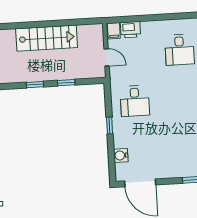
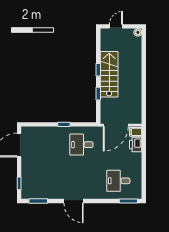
stairs: (47, 38) -> (109, 74), moved, turned 180
door: (107, 57) -> (116, 125), width x1.88
water cooler: (121, 155) -> (41, 132), removed

